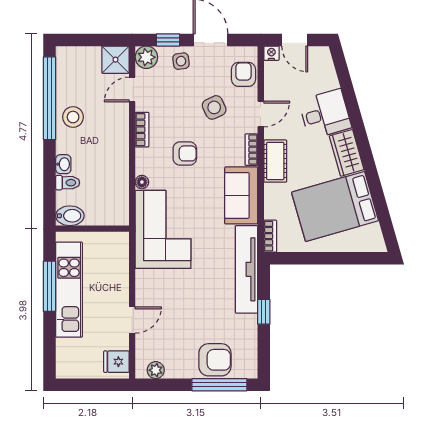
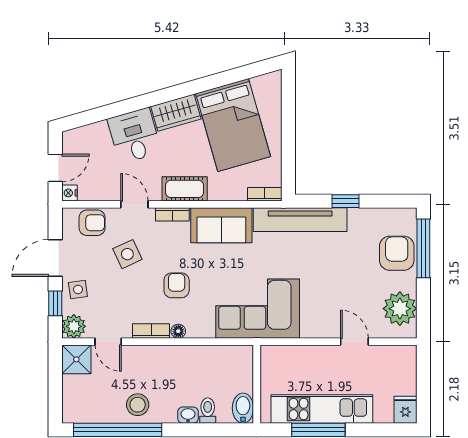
armchair: (243, 74) -> (92, 223), turned 180
floor lamp: (142, 182) -> (178, 331), moved
fridge: (116, 362) -> (405, 410), moved, turned 180
plant: (156, 370) -> (400, 309), width x1.88, depth x1.88

